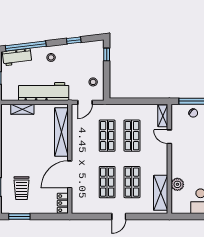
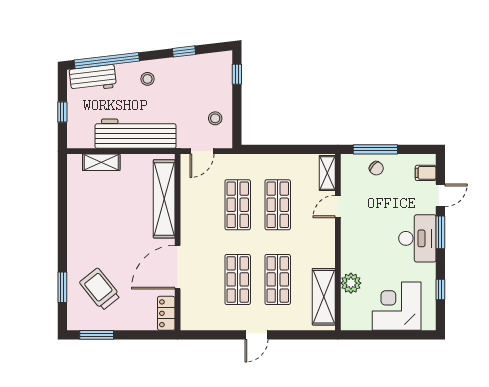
door: (169, 137) -> (338, 206), hinge flipped
trolley: (22, 188) -> (100, 289), turned 141

